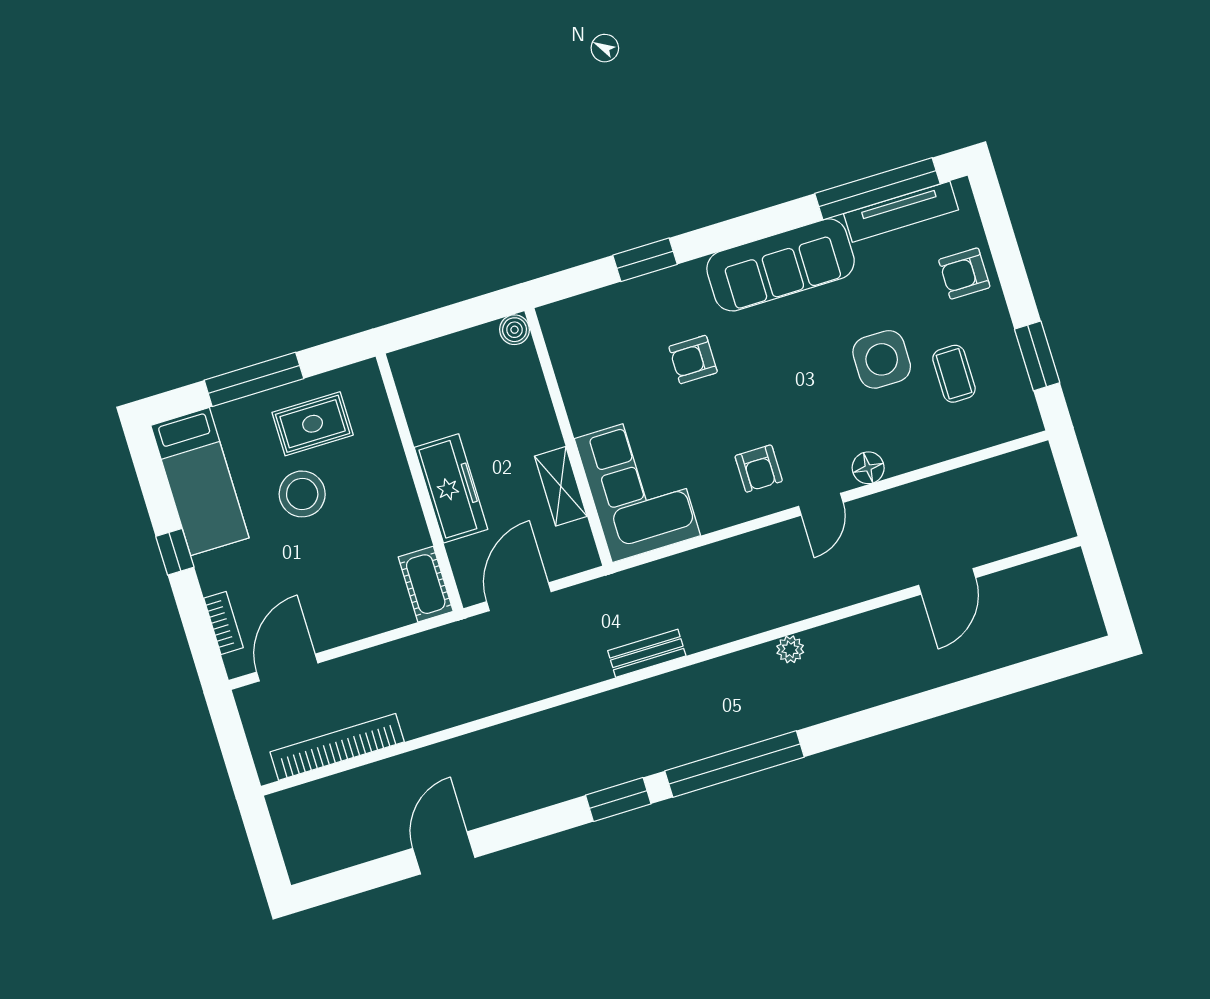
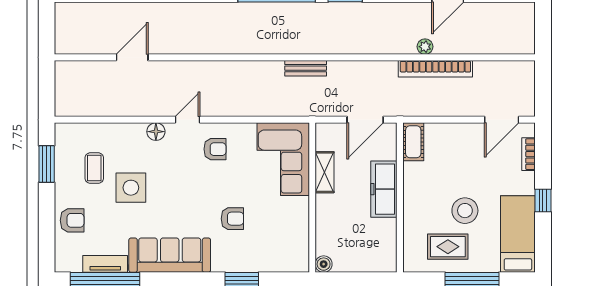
tv unit: (901, 212) -> (105, 264), width x0.71
armchair: (759, 469) -> (215, 149), turned 90
plant: (790, 649) -> (425, 47), moved
bookcase: (337, 747) -> (435, 69), moved

